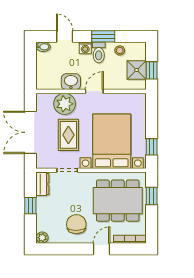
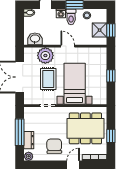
washbasin: (71, 82) -> (35, 39), moved
door: (94, 91) -> (68, 46), hinge flipped
bed with nightstands: (112, 141) -> (75, 84), width x0.73
window: (152, 147) -> (111, 76), moved
dresser: (42, 184) -> (29, 140), moved
window: (152, 196) -> (111, 136), moved
window: (30, 206) -> (20, 132), width x2.17

